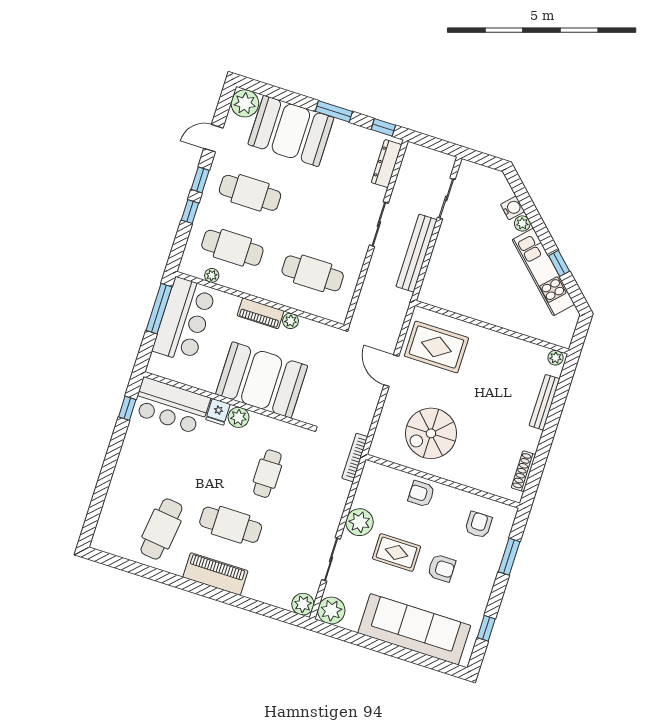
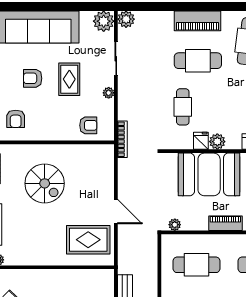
plant: (291, 321) -> (175, 225), moved
fridge: (218, 412) -> (201, 141), moved
spiral stairs: (431, 433) -> (45, 183), moved, turned 90
armchair: (421, 494) -> (88, 125), moved
plant: (360, 522) -> (109, 93), width x0.53, depth x0.53
rug: (397, 552) -> (69, 79), turned 90

